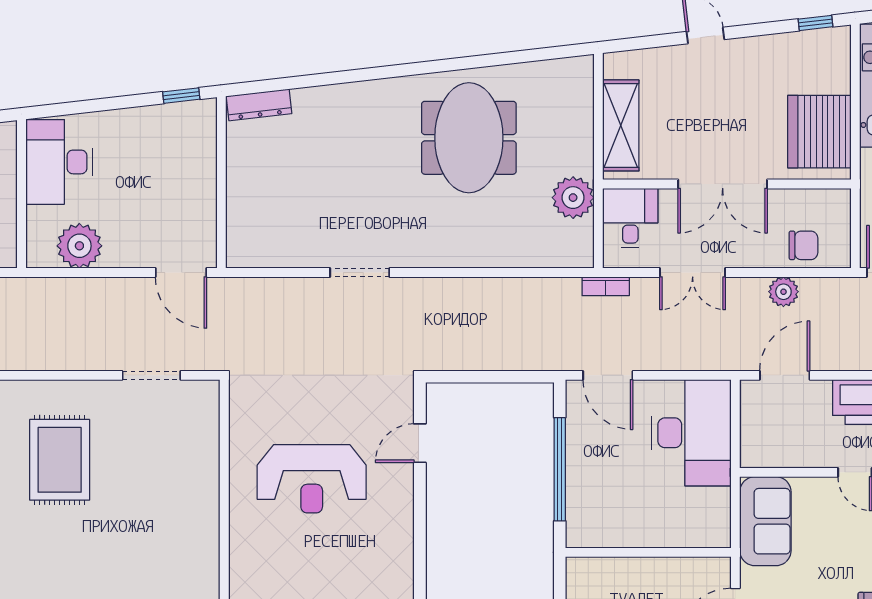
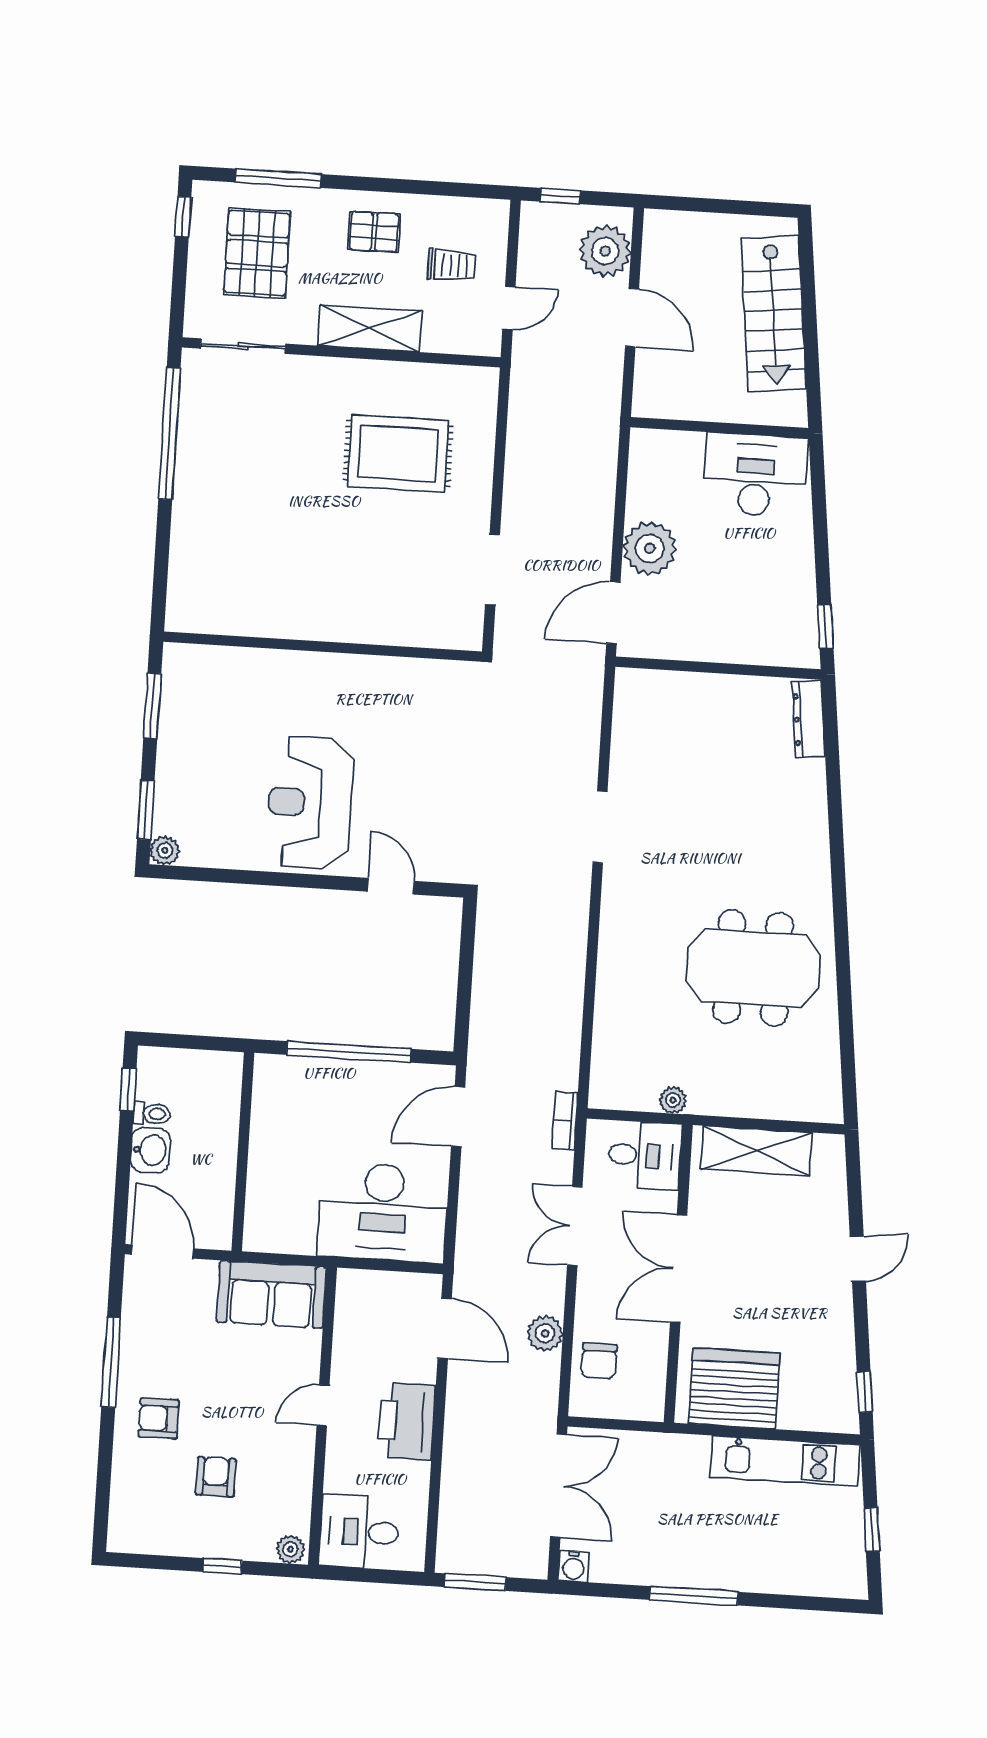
plant: (573, 198) -> (673, 1100), width x0.53, depth x0.53
plant: (79, 246) -> (650, 548), moved
reception desk: (312, 479) -> (310, 803), moved

